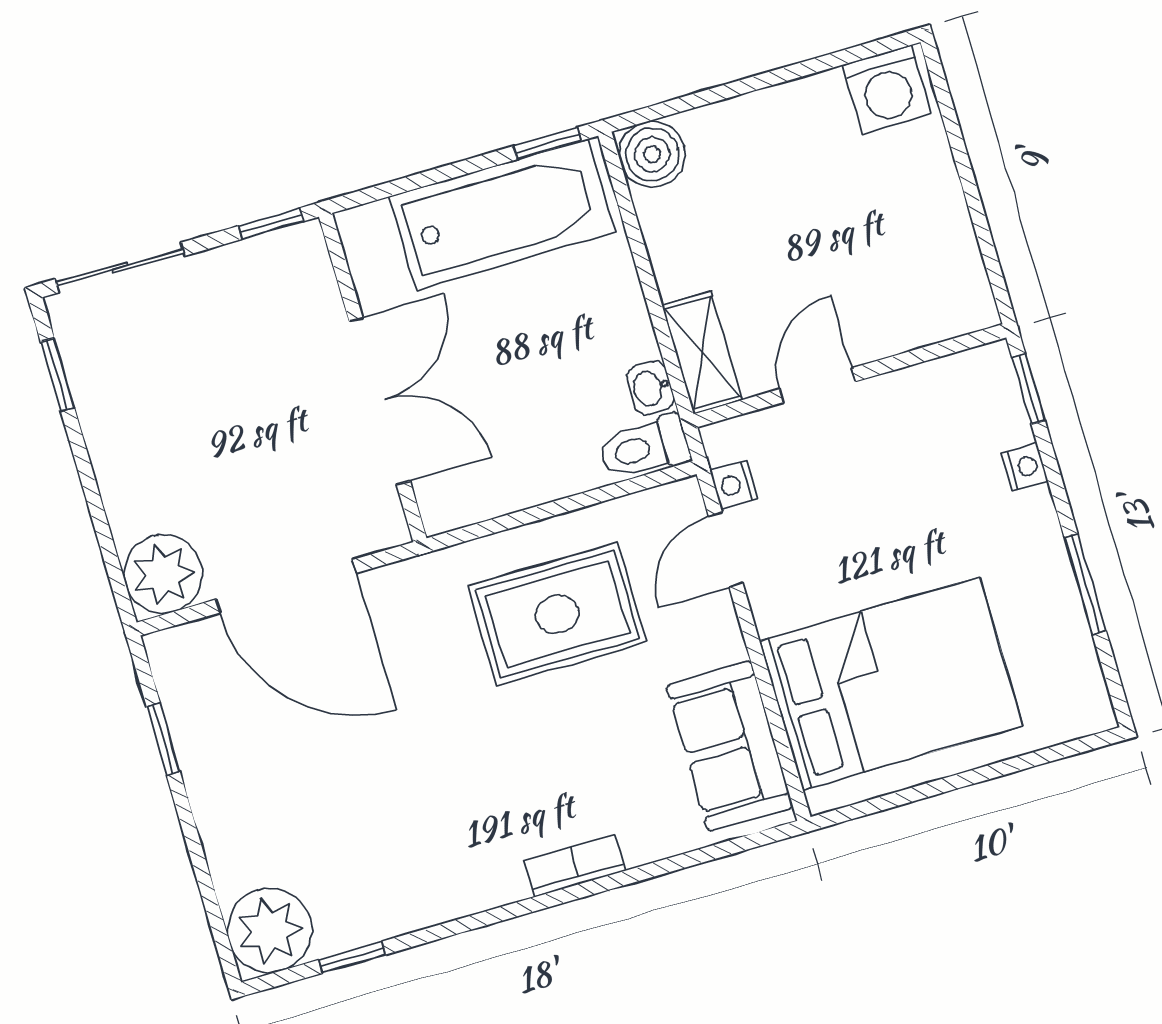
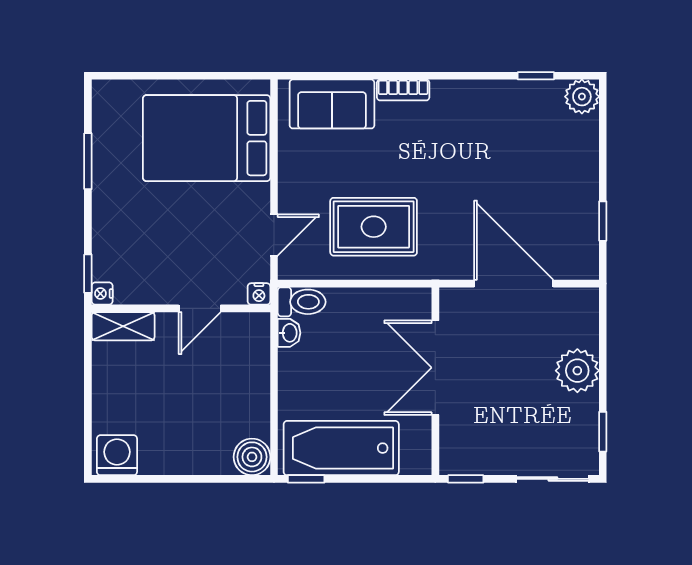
shelving: (702, 353) -> (123, 326), moved, turned 90
nightstand: (1024, 467) -> (102, 294), moved
nightstand: (734, 485) -> (259, 294), moved, turned 90
plant: (163, 574) -> (577, 371), moved
sofa: (730, 746) -> (332, 104), moved, turned 90
plant: (270, 930) -> (582, 97), width x0.73, depth x0.73

